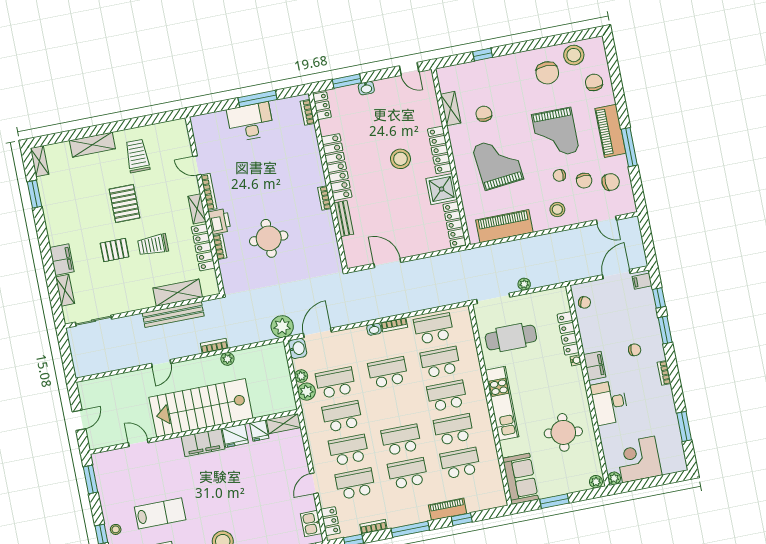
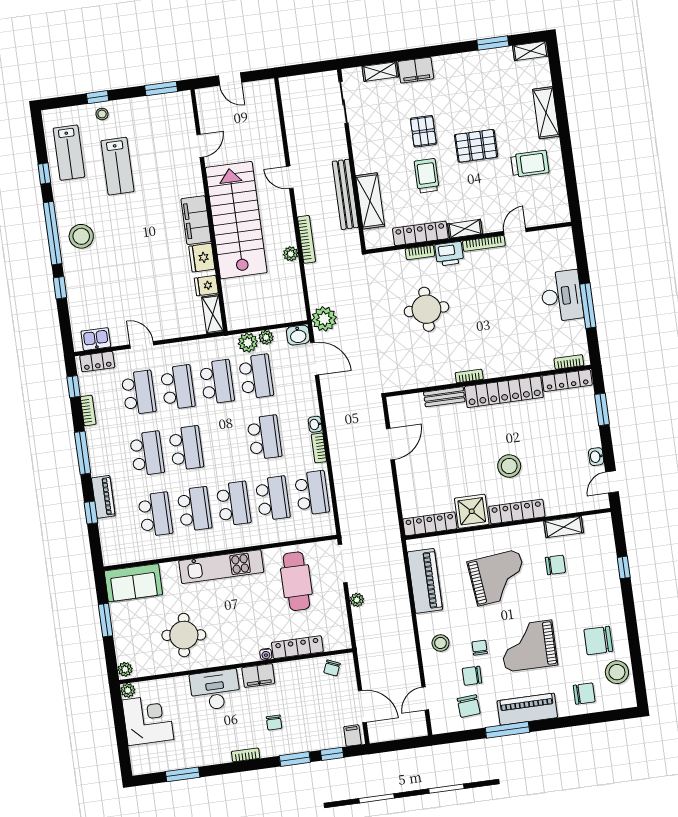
washbasin: (366, 88) -> (596, 457), moved
locker: (322, 106) -> (567, 380), width x1.53
bookcase: (214, 346) -> (307, 239), width x1.56

